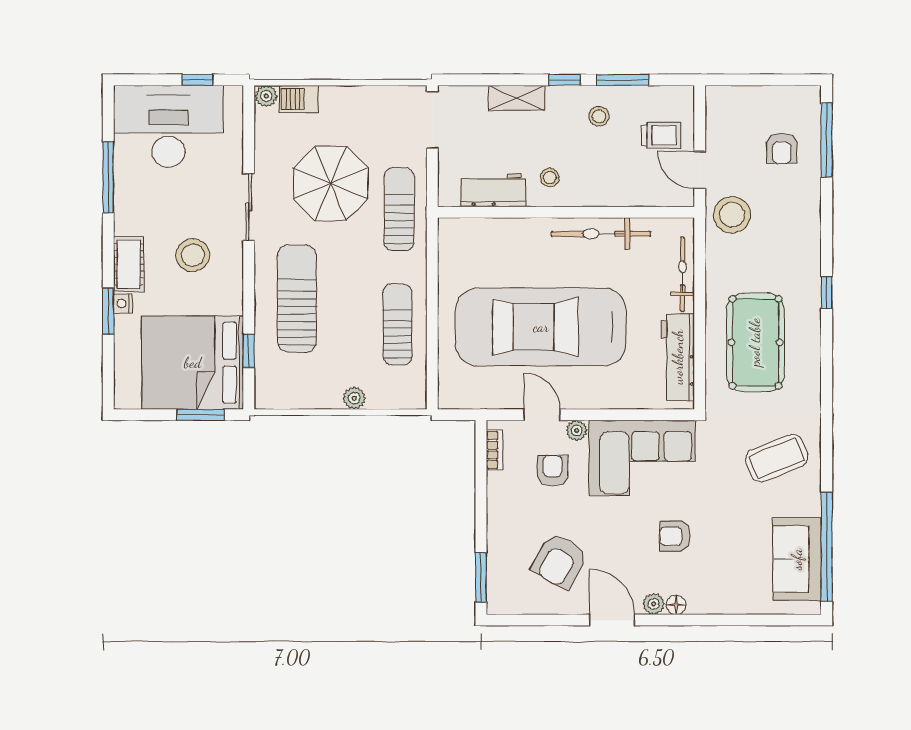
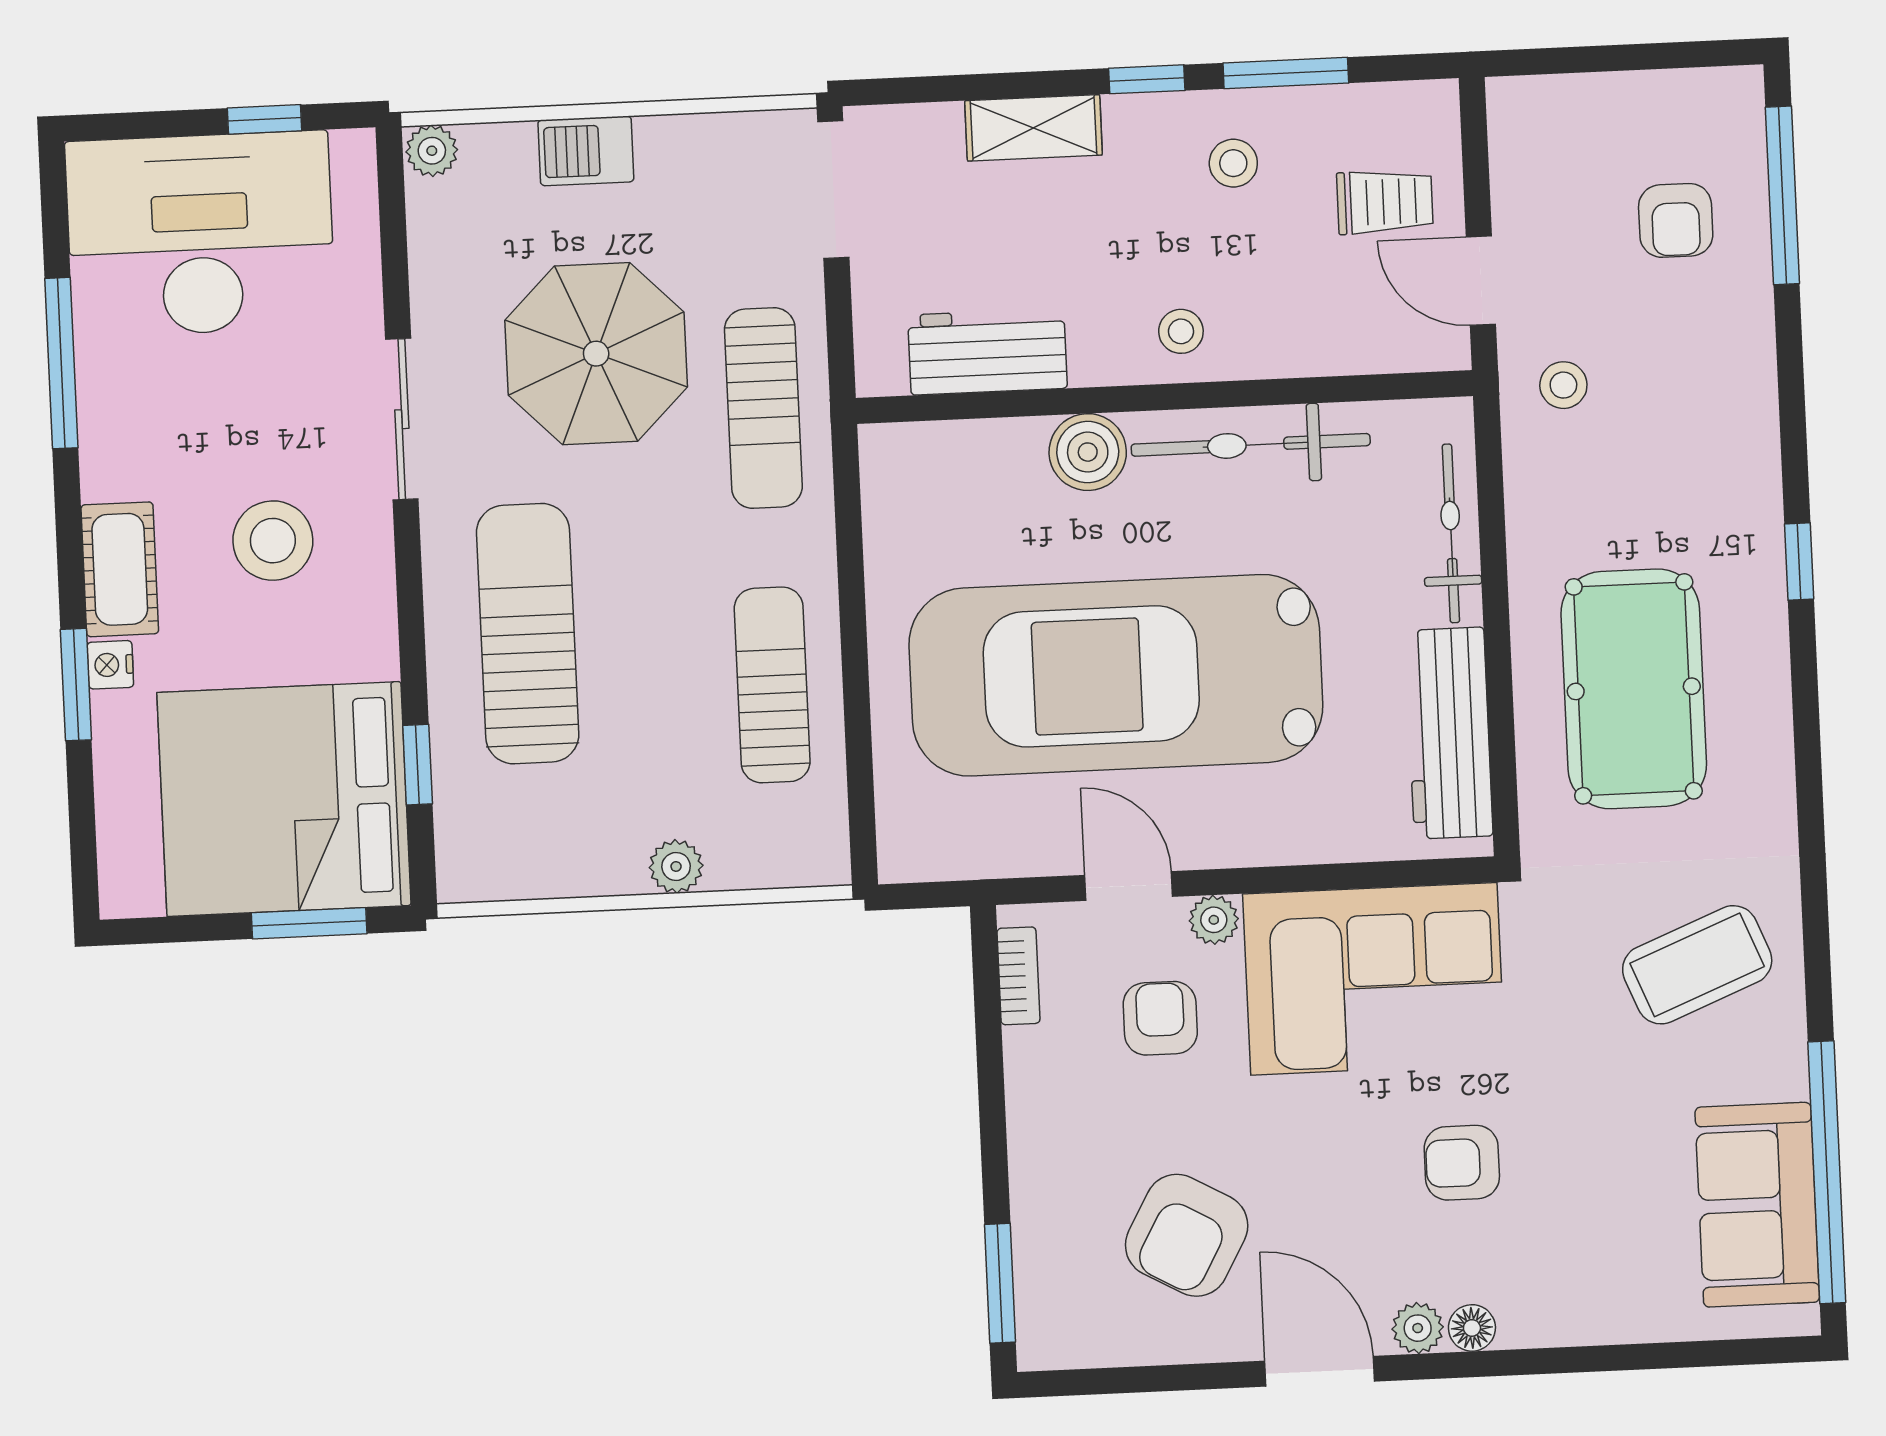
barbecue: (299, 99) -> (586, 151), moved
stool: (550, 178) -> (1181, 331), moved
sun lounger: (399, 209) -> (763, 408), turned 180
stool: (732, 215) -> (1563, 385), width x0.53, depth x0.53
boiler: (533, 234) -> (1088, 452), added

